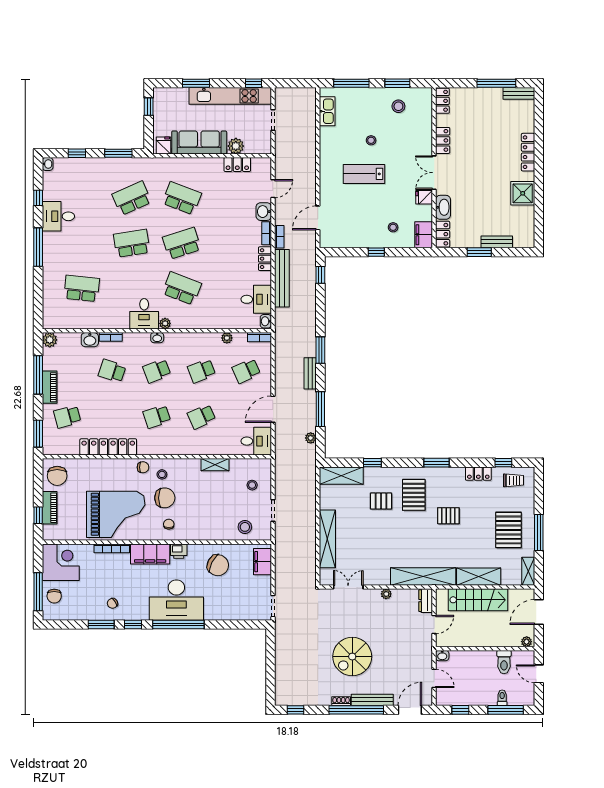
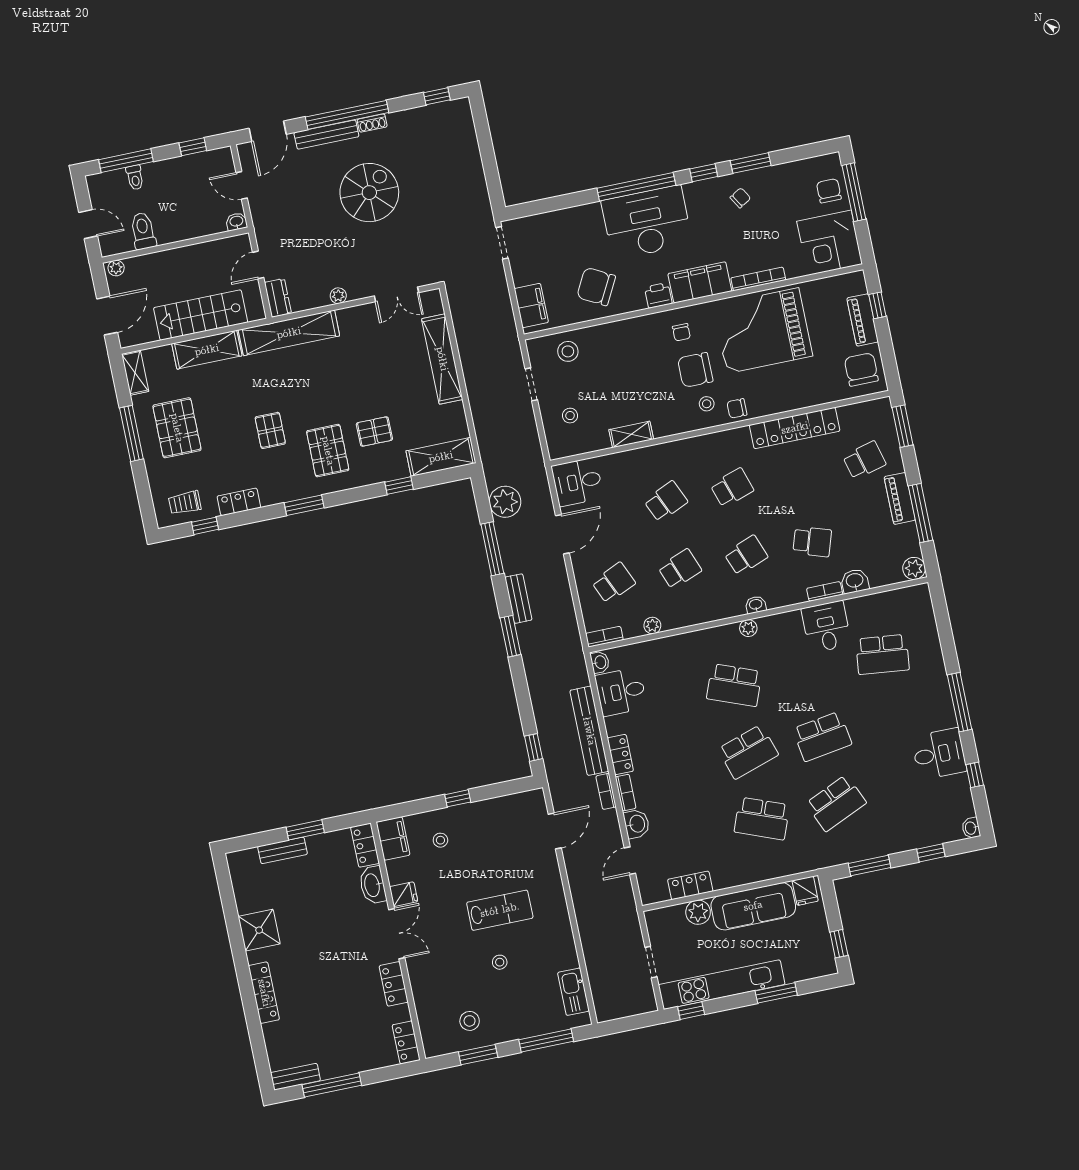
desk: (144, 314) -> (826, 627), moved
plant: (311, 438) -> (505, 502), width x1.88, depth x1.88
pallet: (448, 516) -> (270, 430), turned 90

